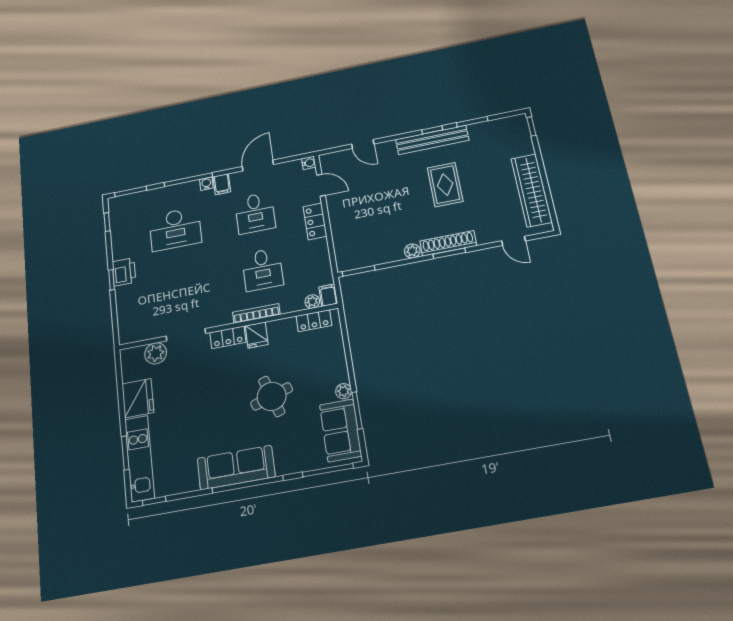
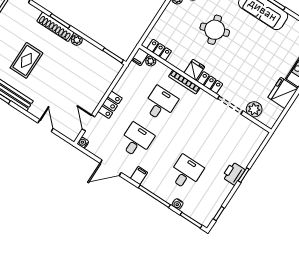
water cooler: (206, 184) -> (178, 204), moved
desk: (175, 229) -> (186, 173), width x0.73

